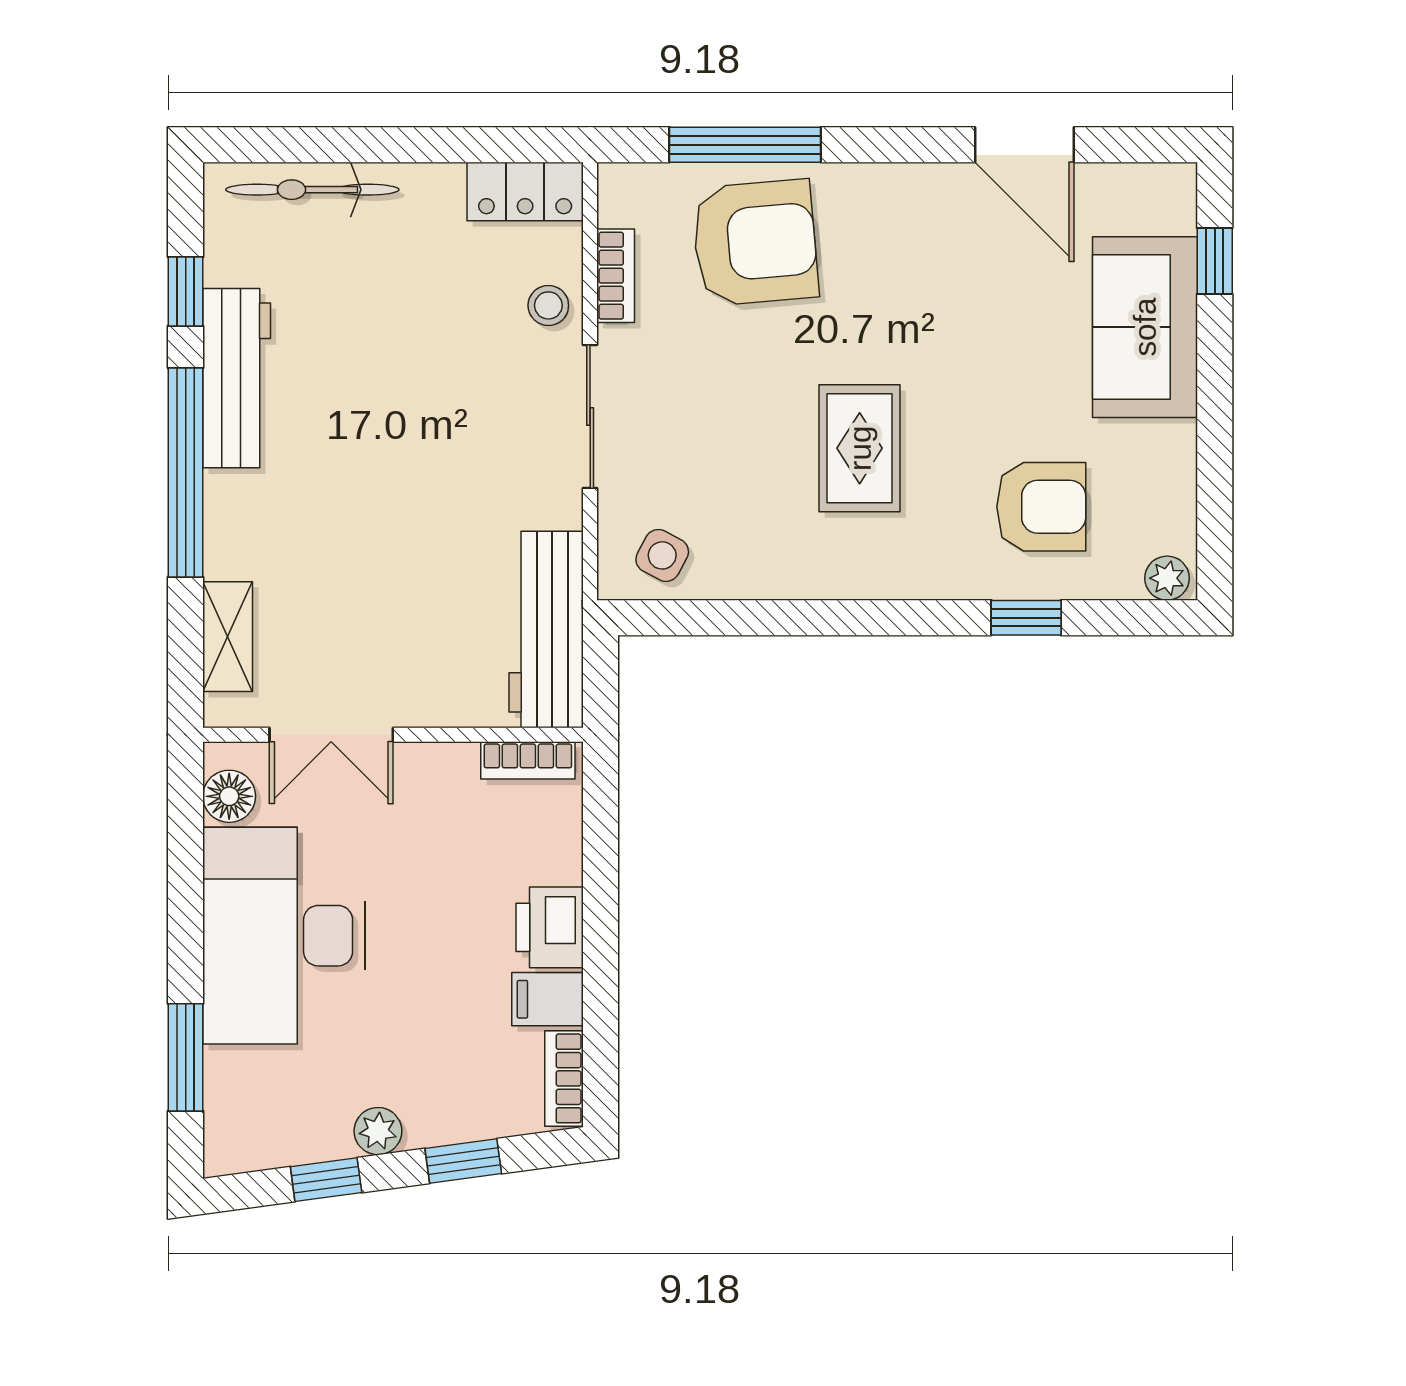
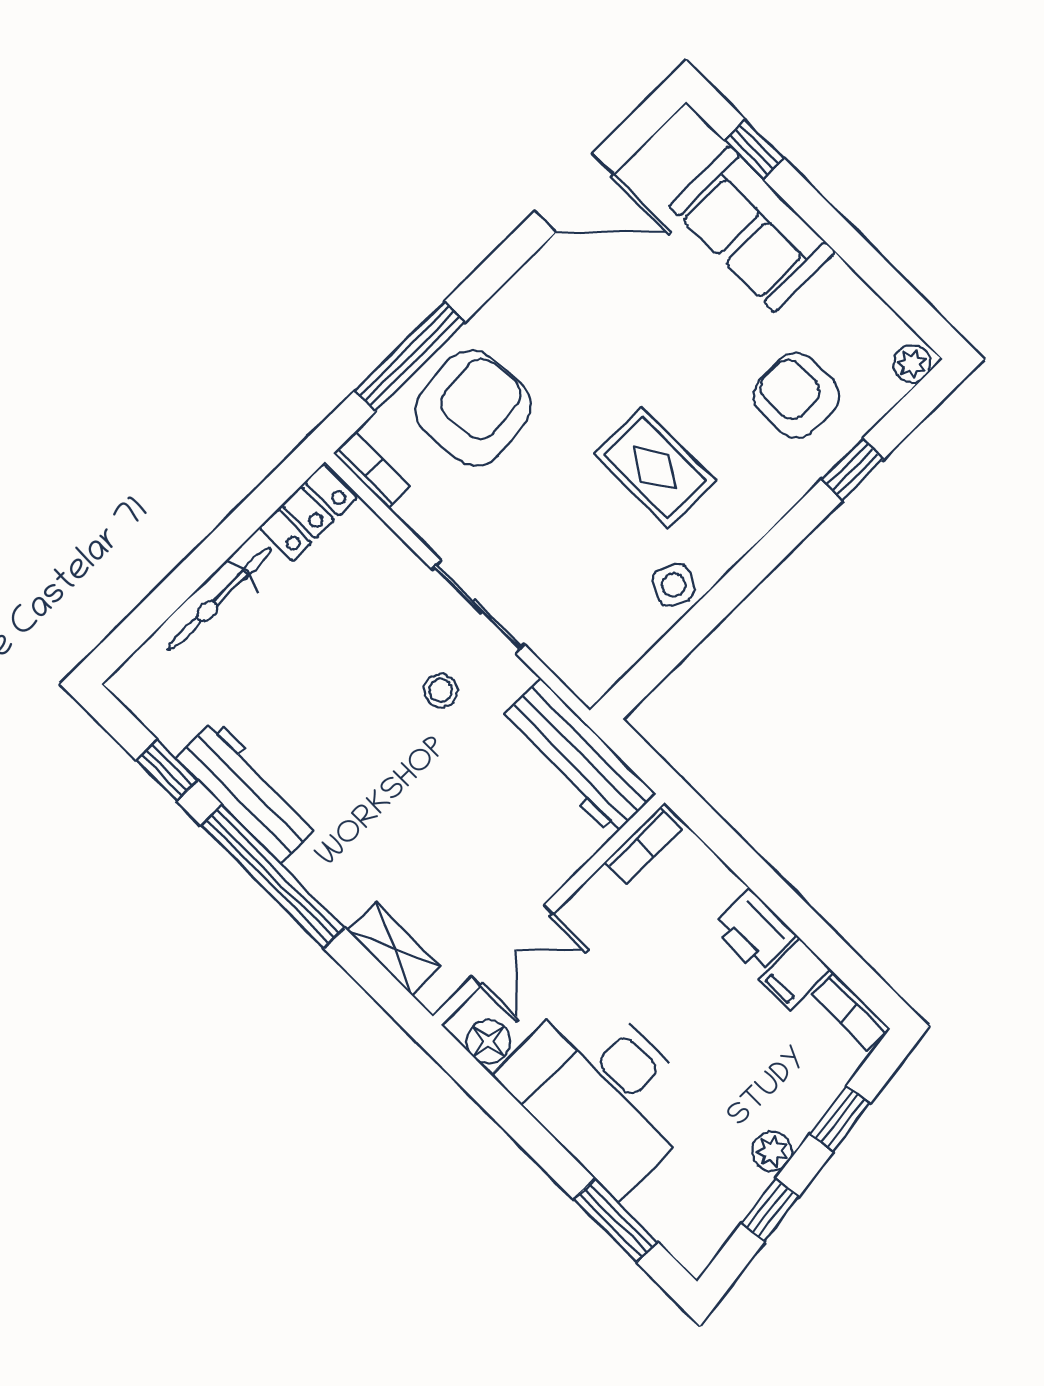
bicycle: (312, 190) -> (219, 599), moved
bookcase: (616, 276) -> (372, 470), moved
stool: (548, 305) -> (441, 690), moved
armchair: (1041, 507) -> (796, 395), turned -90
side table: (662, 555) -> (674, 585), moved

